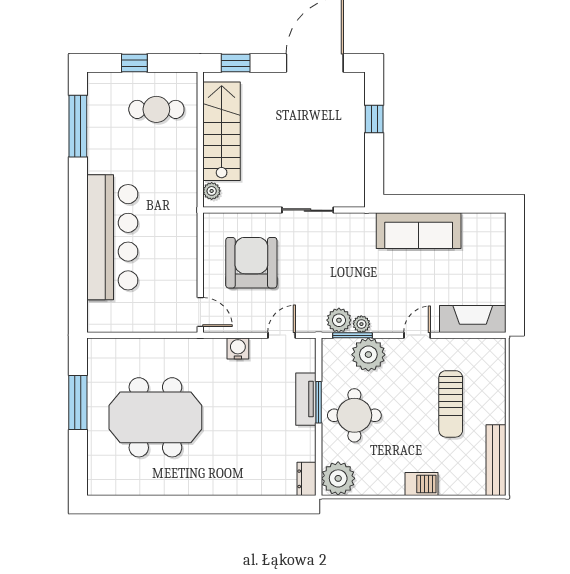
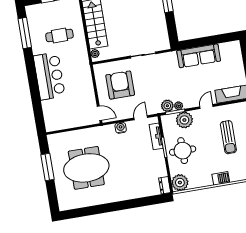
cafe table: (156, 109) -> (59, 35), moved
bar counter: (112, 237) -> (49, 76), width x0.73
tv unit: (306, 399) -> (156, 136), moved

